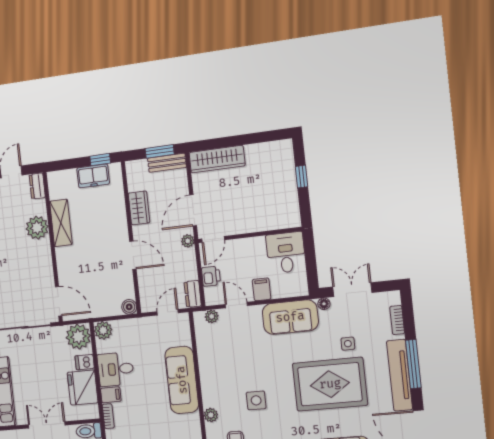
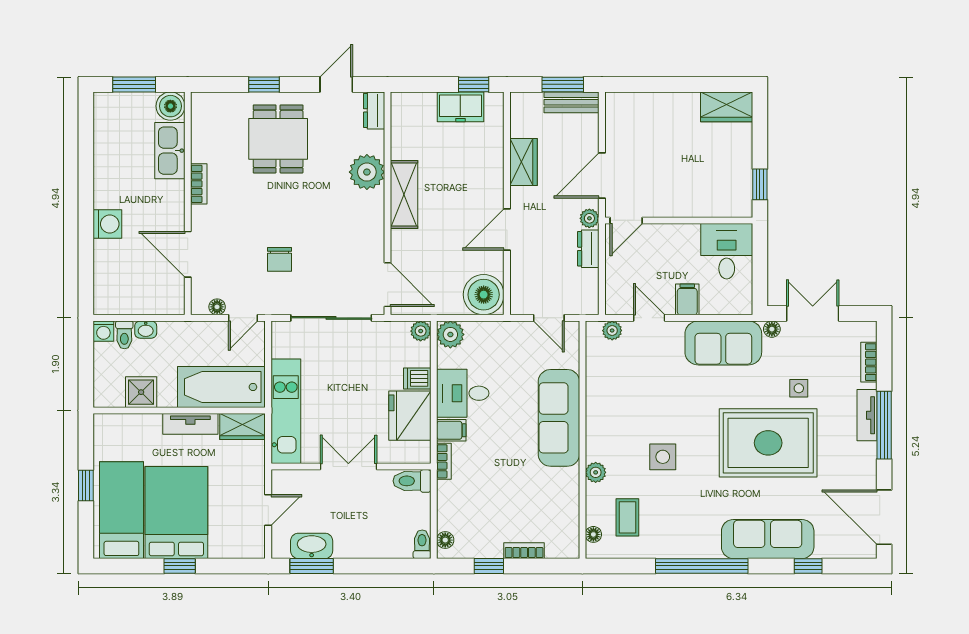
wardrobe: (217, 159) -> (727, 107), moved, width x0.67
window: (302, 177) -> (760, 184), moved
shelving: (61, 223) -> (404, 194), moved
door: (133, 255) -> (507, 229), swing flipped
printer: (211, 276) -> (617, 273), removed
dresser: (193, 294) -> (588, 249), moved
boiler: (129, 307) -> (484, 295), width x1.86, depth x1.86
door: (168, 312) -> (549, 318), swing flipped
plant: (78, 337) -> (421, 331), width x0.53, depth x0.53
tv unit: (400, 375) -> (867, 415), width x0.52, depth x0.78

